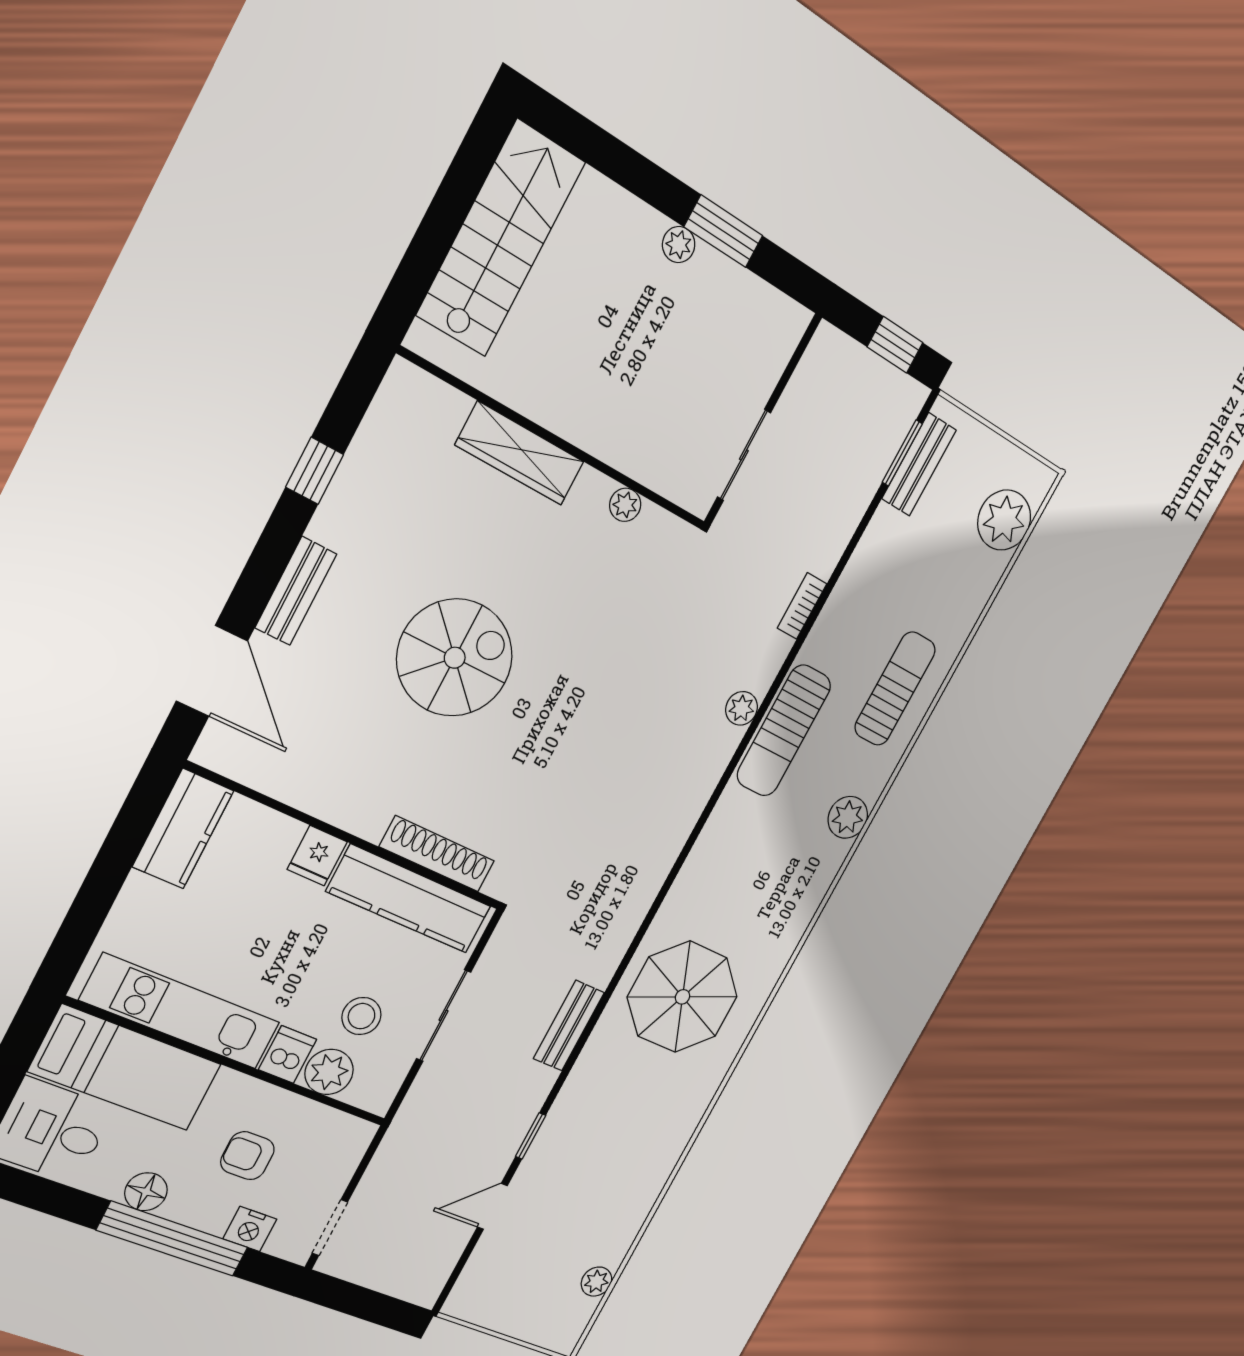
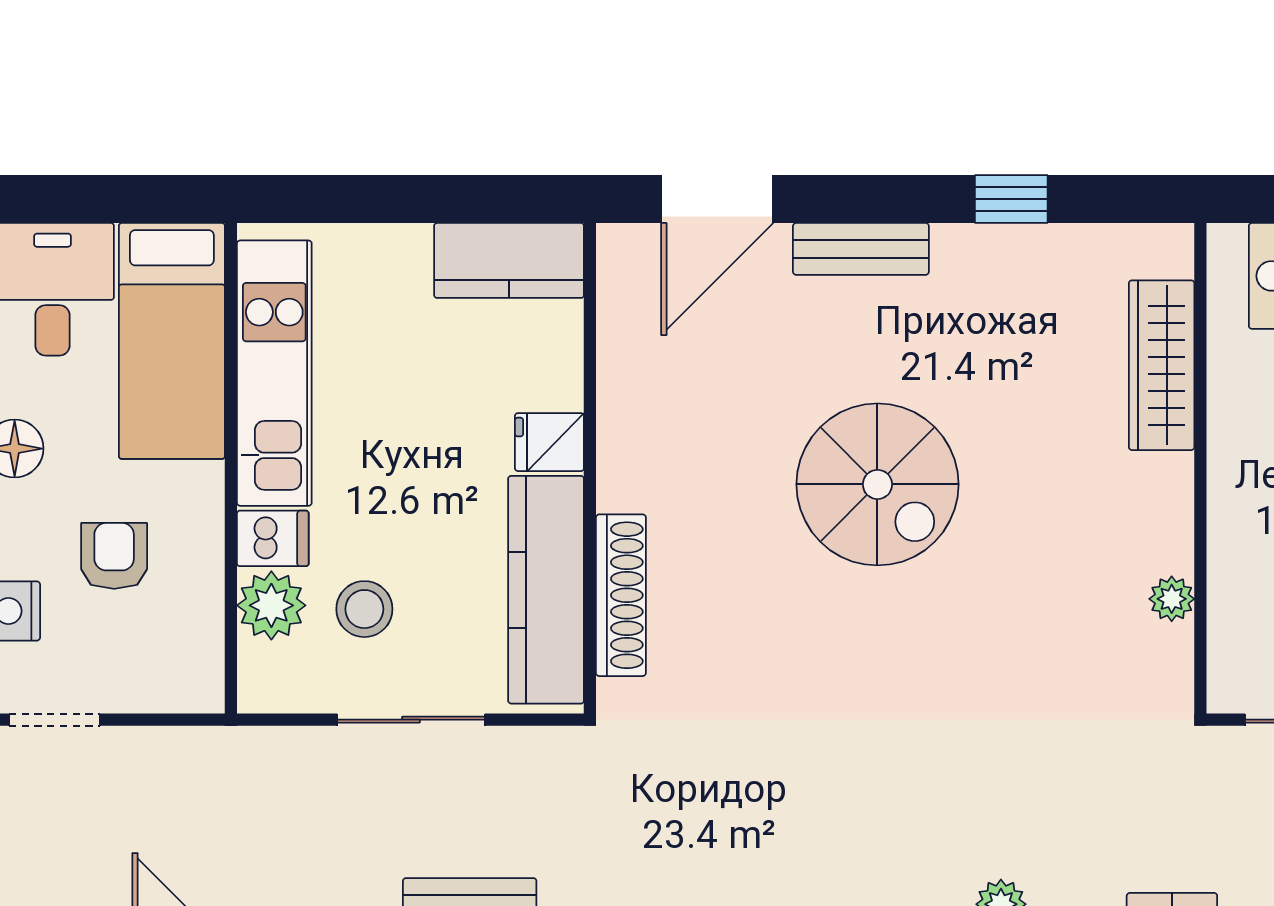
wardrobe: (520, 453) -> (1162, 365), moved

